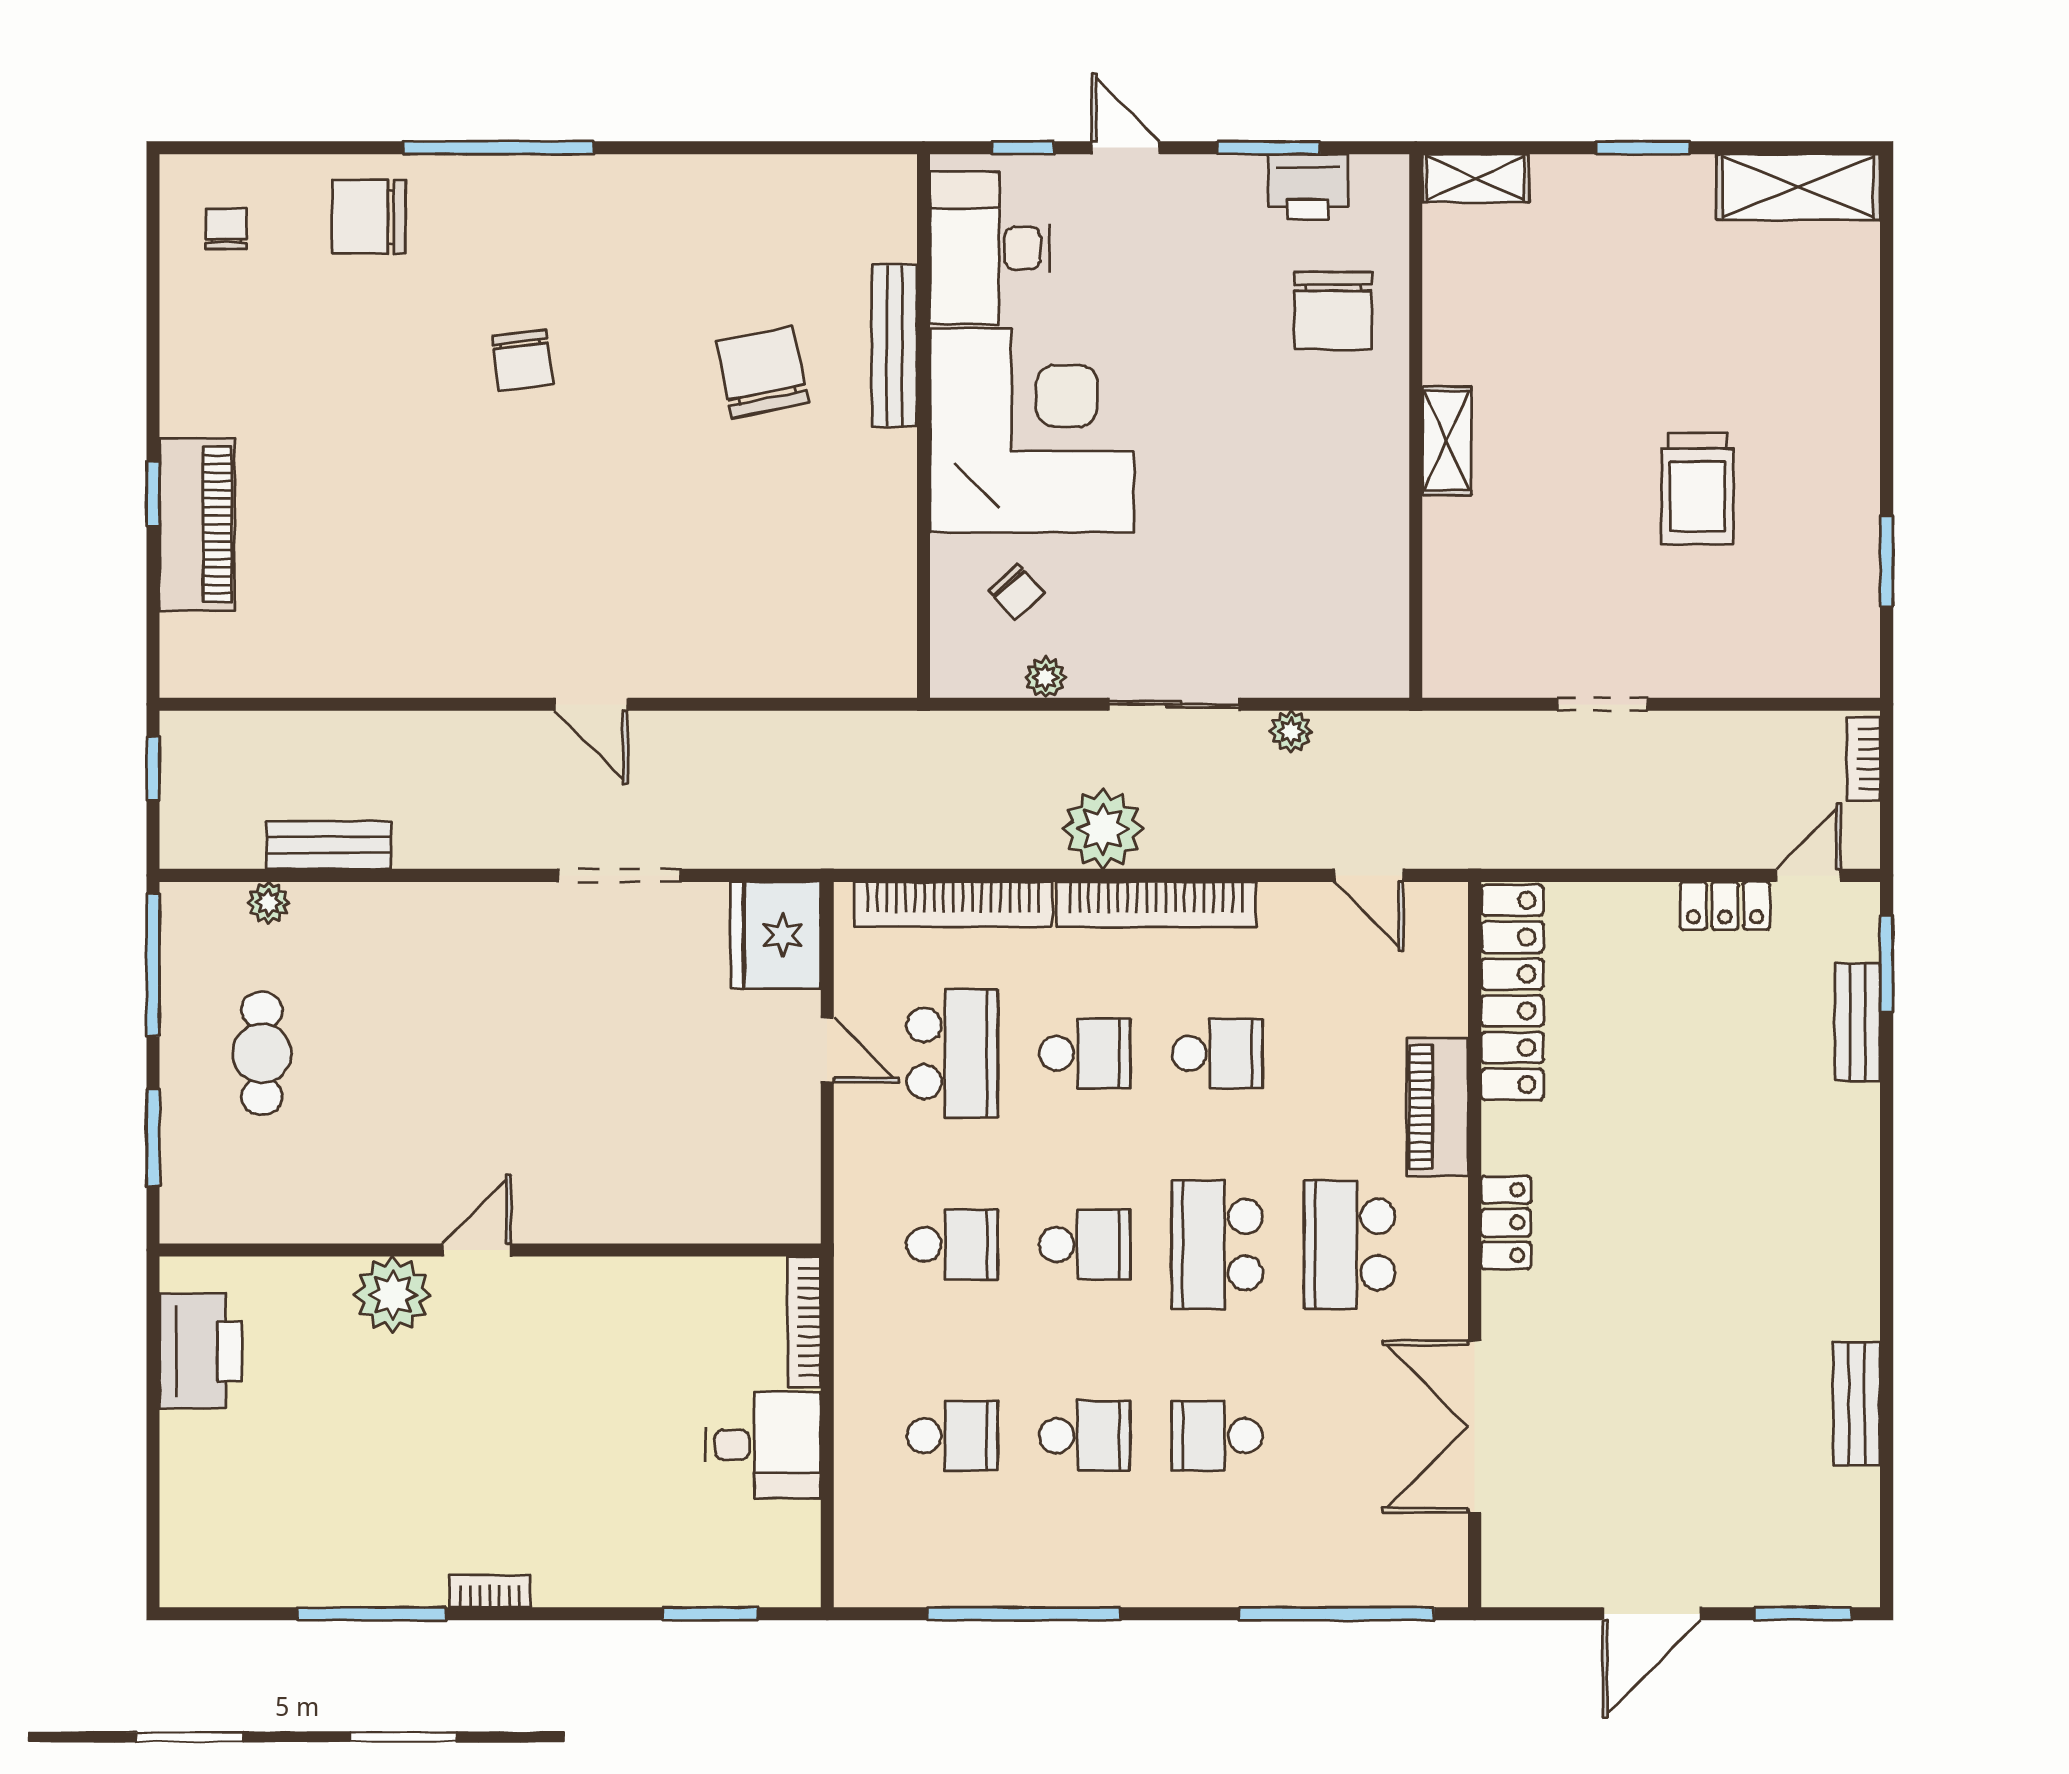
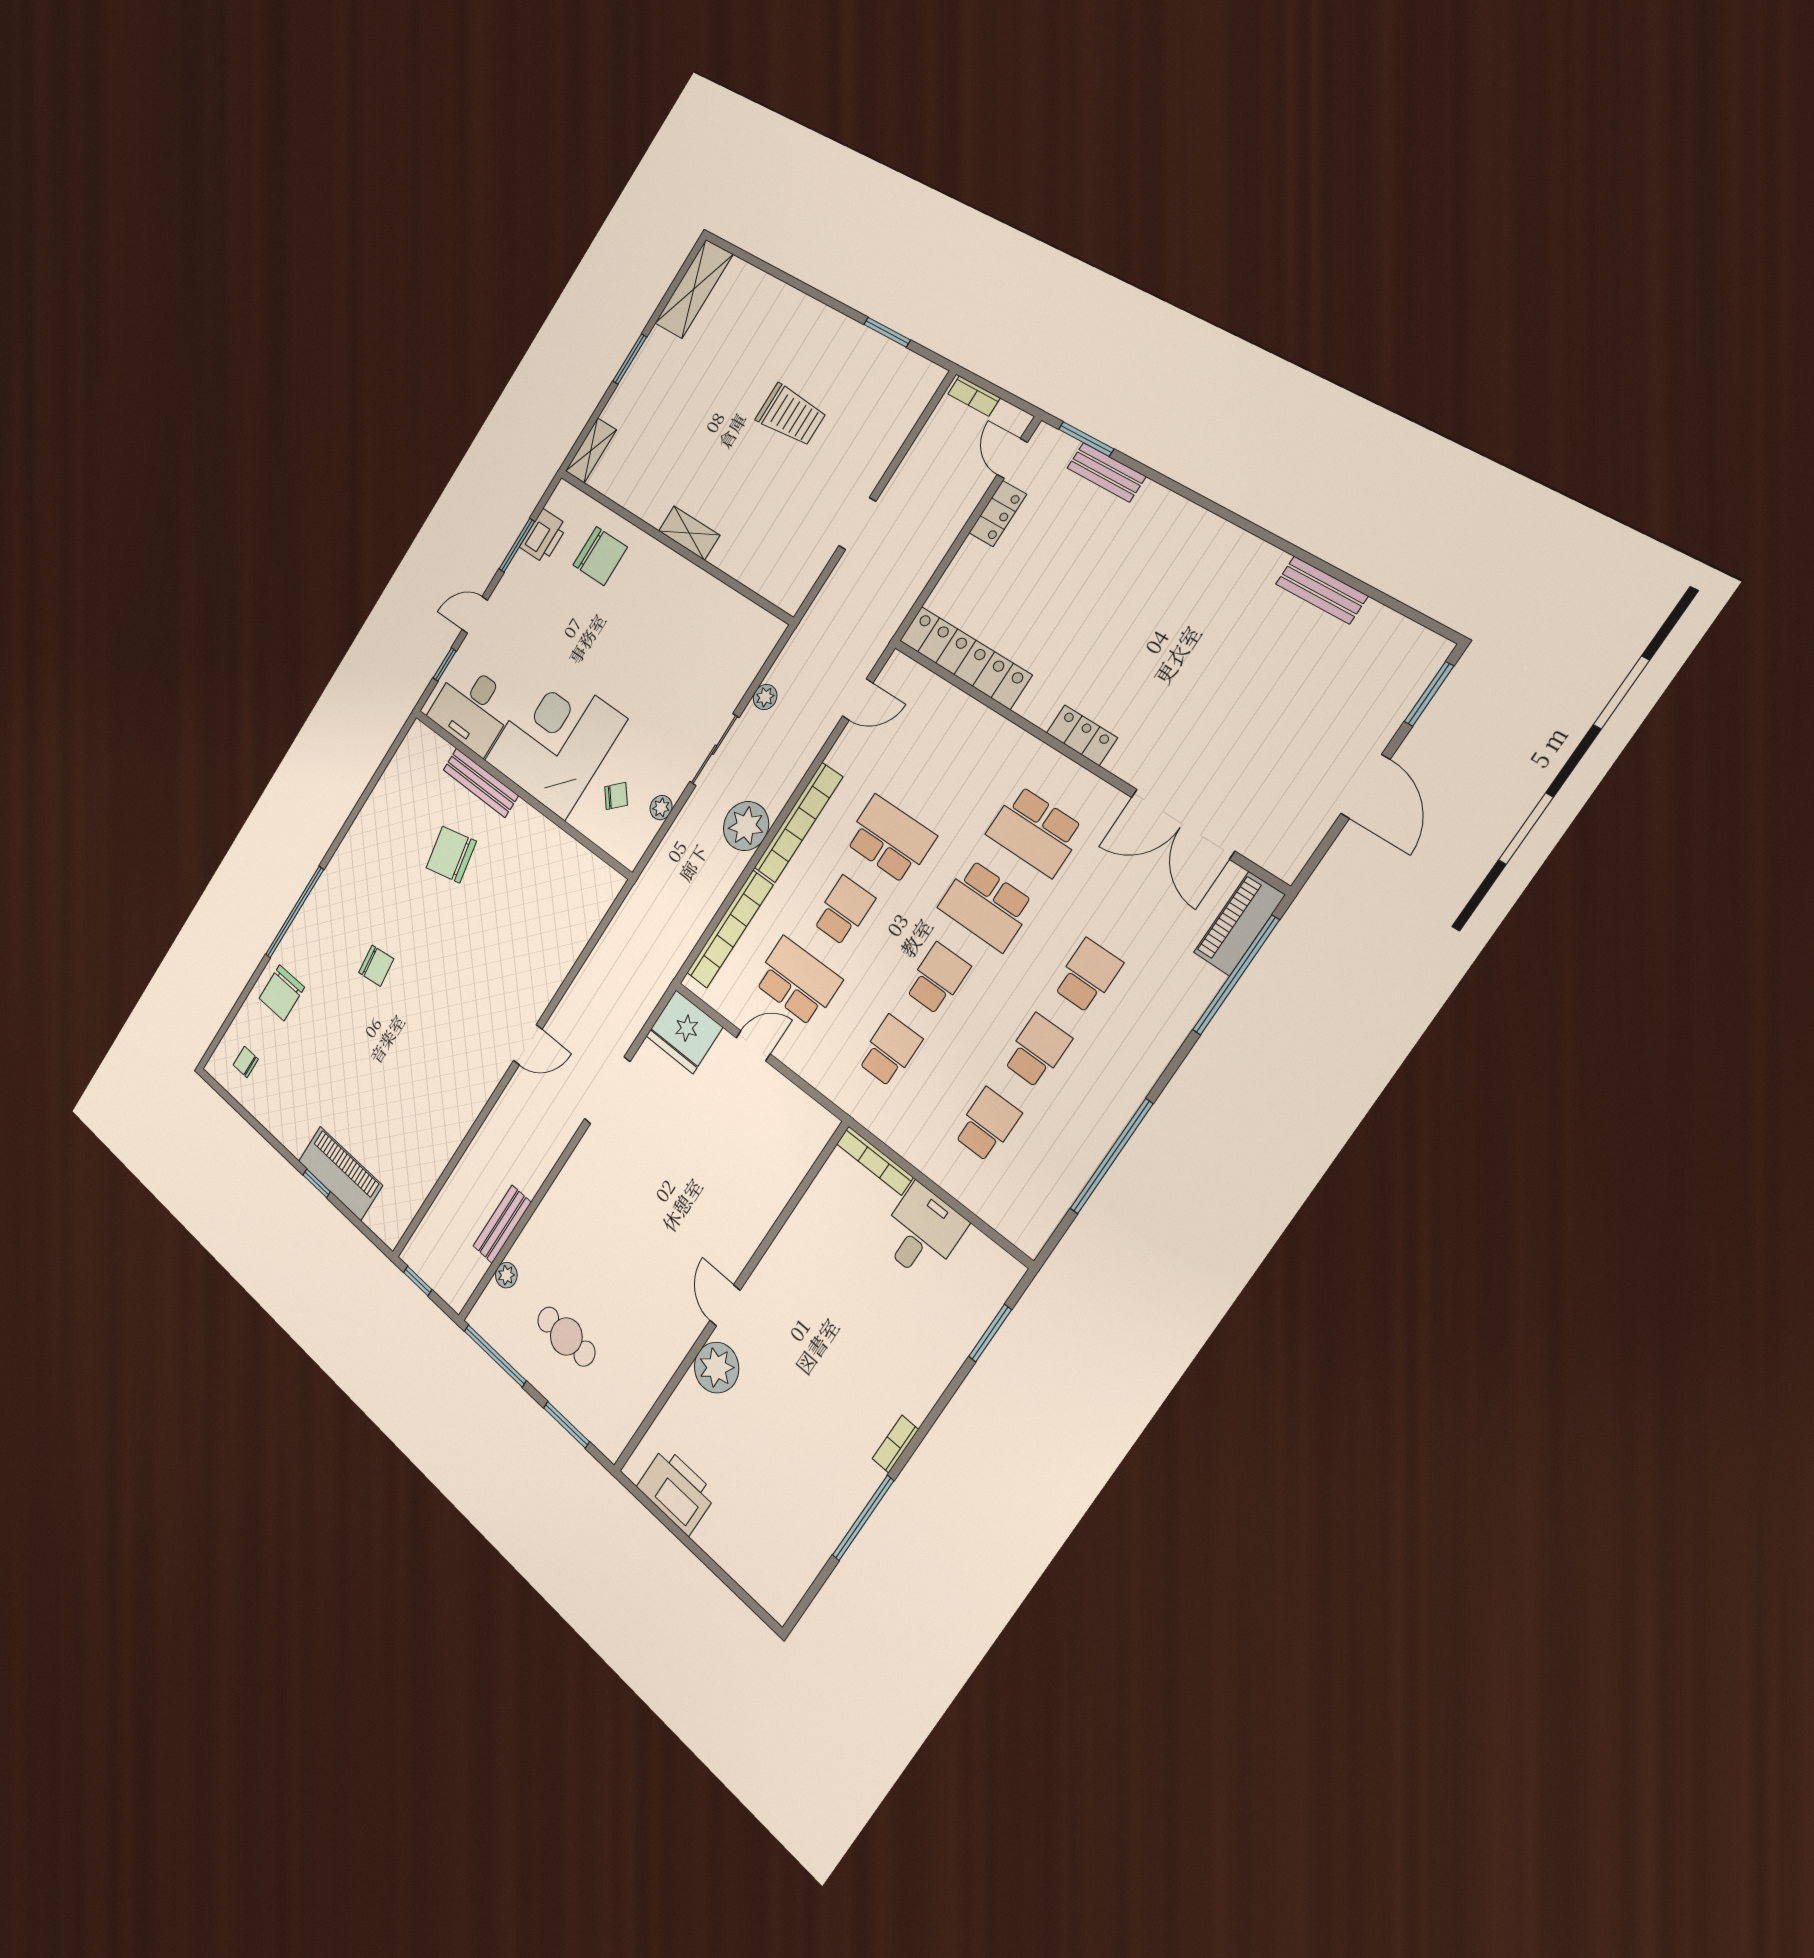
school desk: (1217, 1053) -> (890, 839), width x1.85
piano: (1437, 1107) -> (1239, 924), moved, turned 90
school desk: (1217, 1436) -> (1088, 976), turned 180

